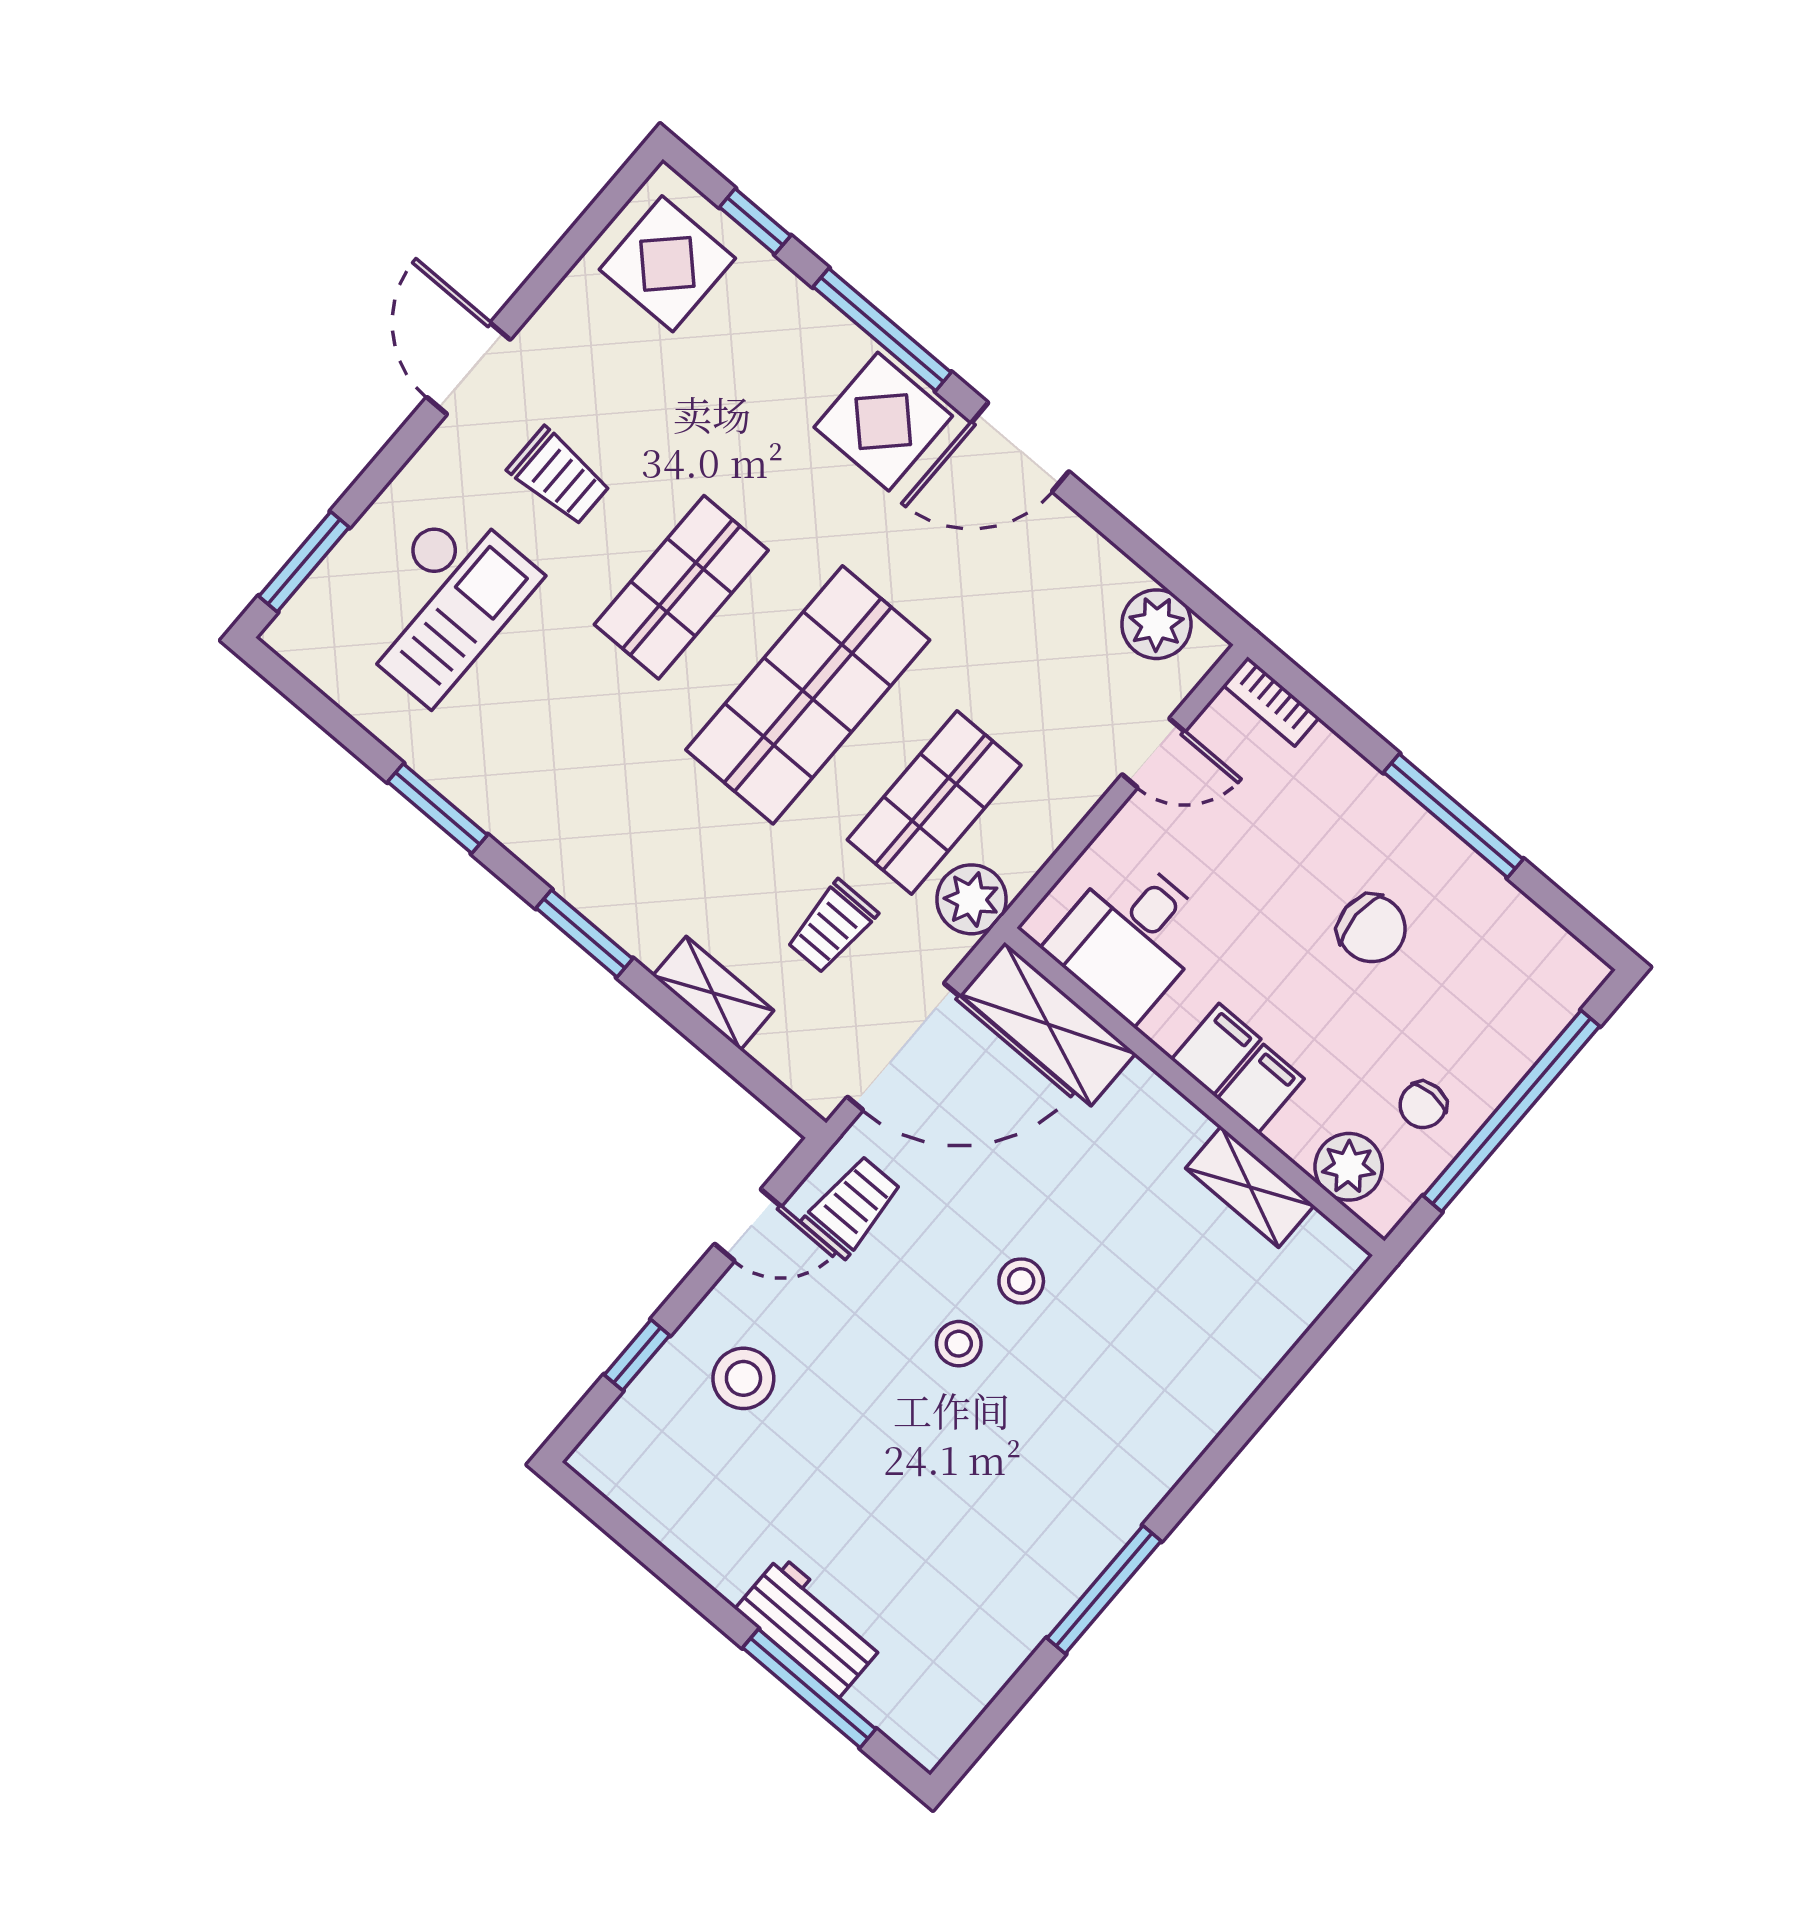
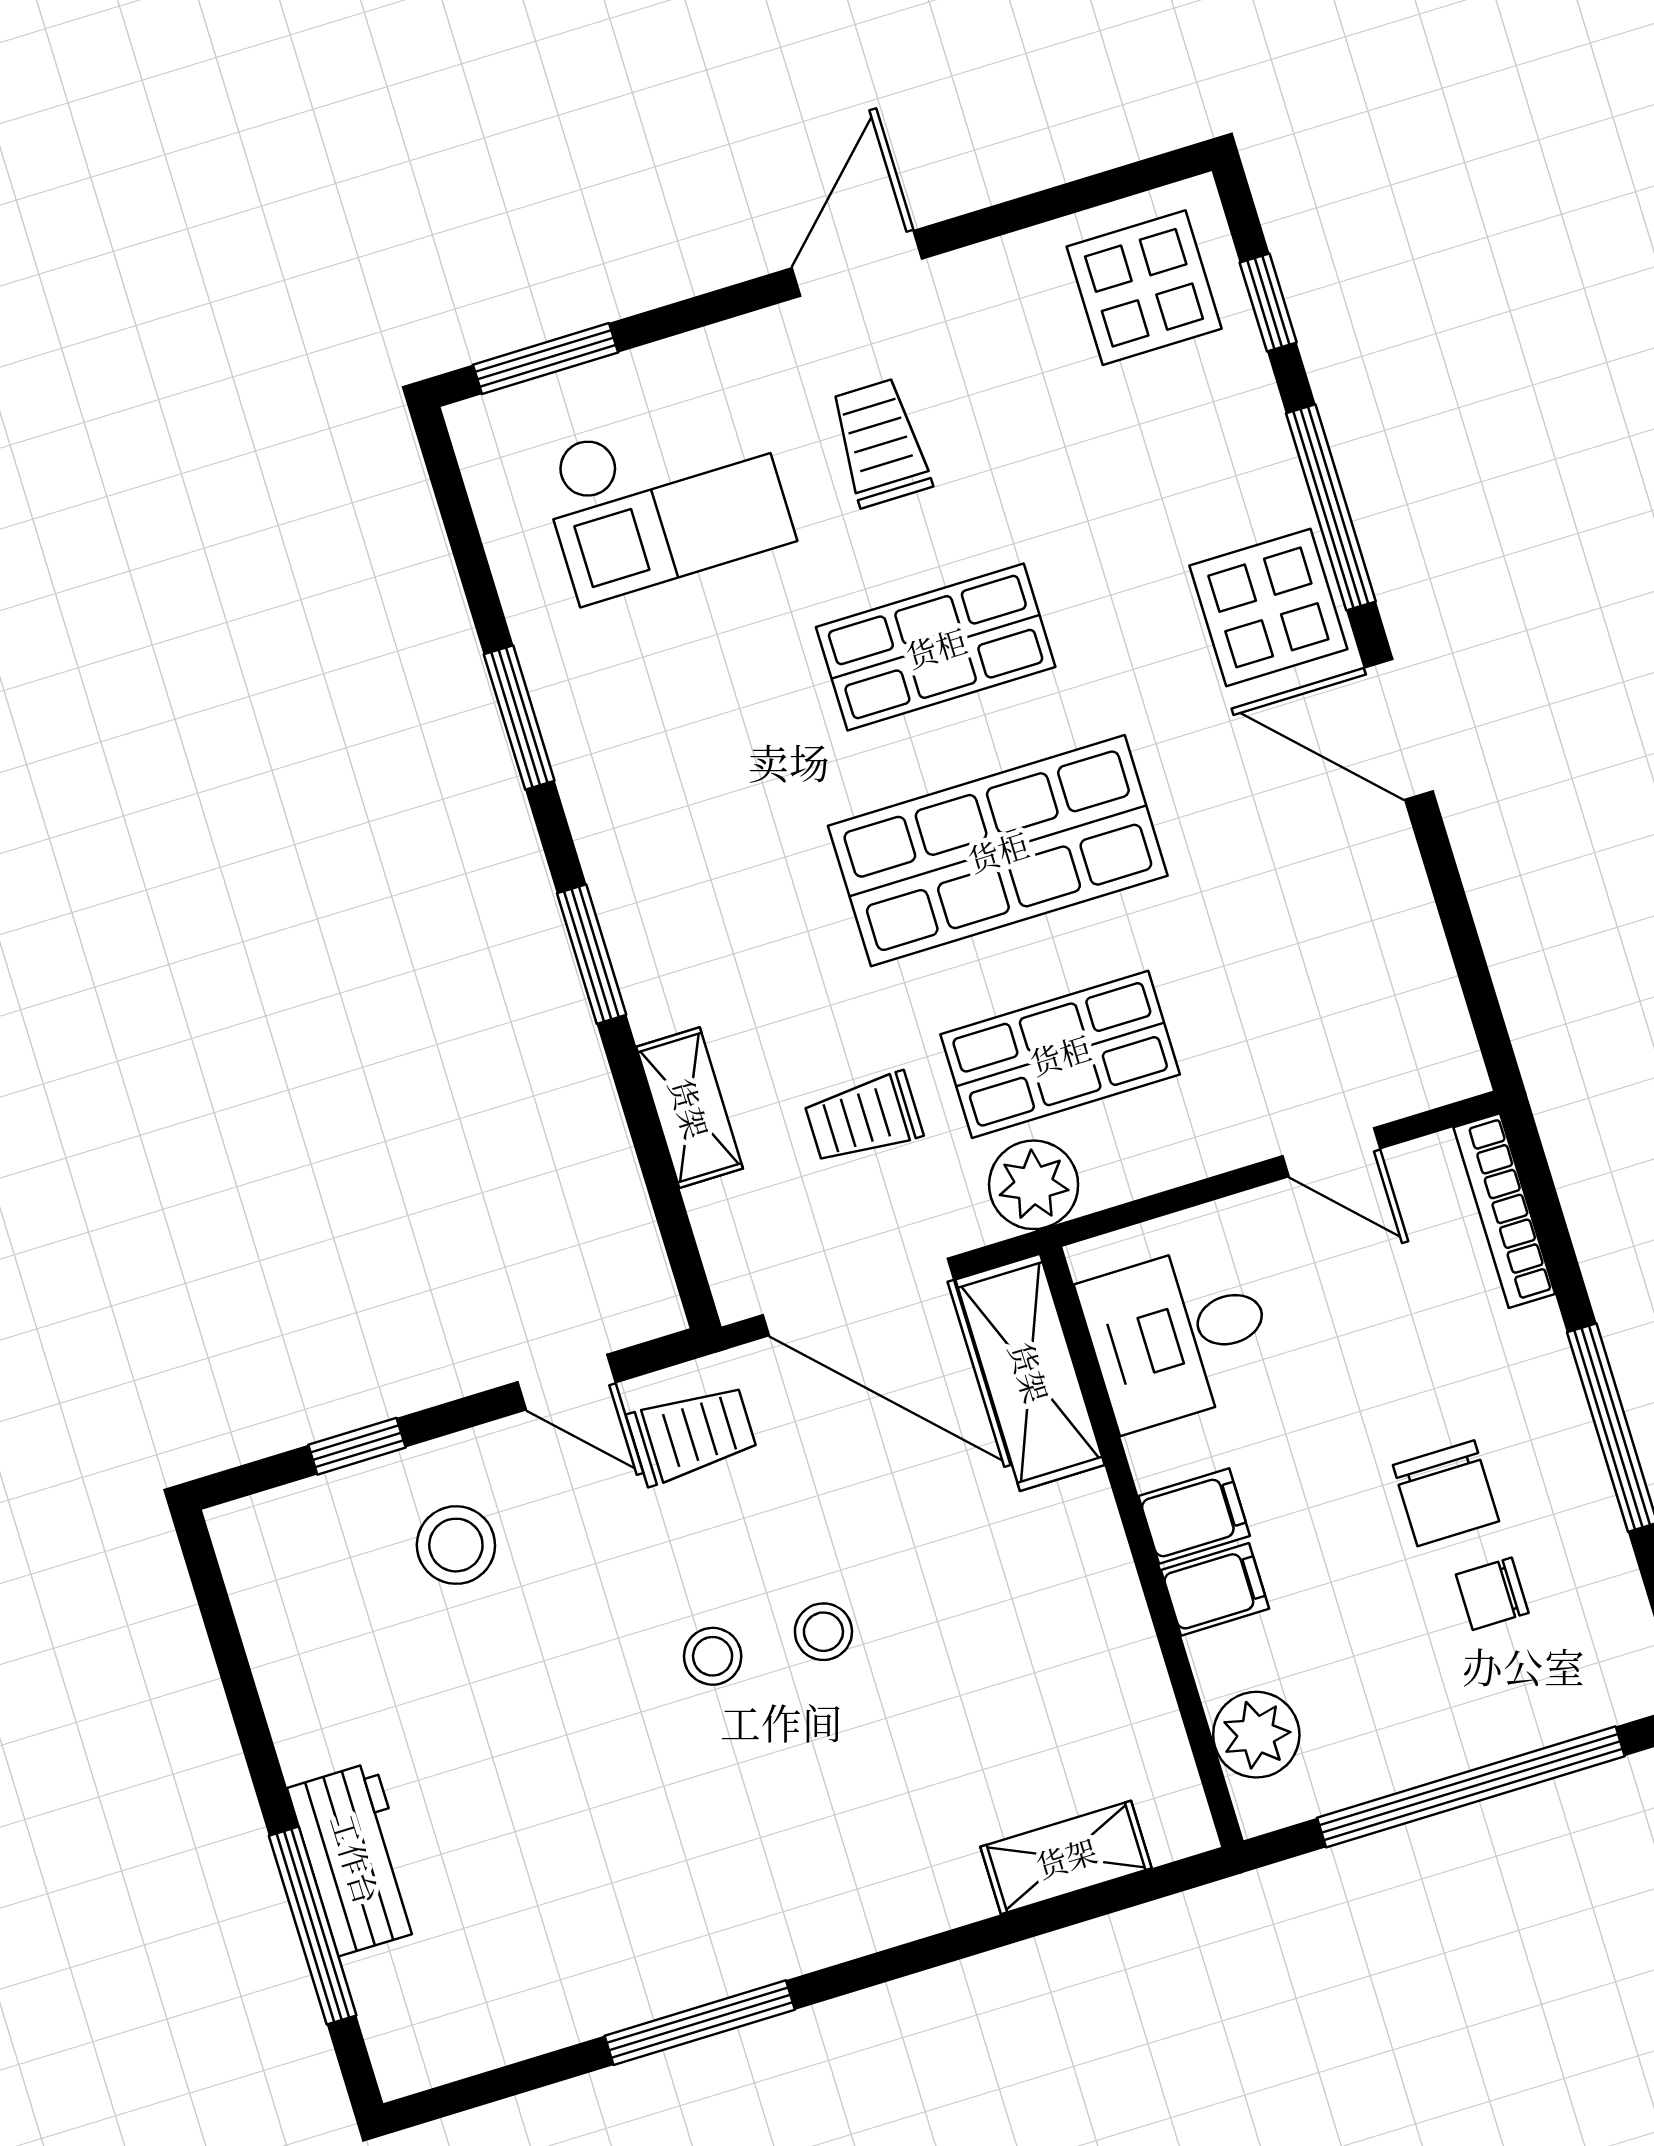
trolley: (559, 477) -> (880, 443), turned 180
plant: (1156, 624) -> (1424, 1015), removed
bookcase: (1271, 701) -> (1504, 1211), width x1.56
chair: (1423, 1105) -> (1492, 1594), moved
shelving: (1250, 1187) -> (1066, 1857), moved, turned 90

